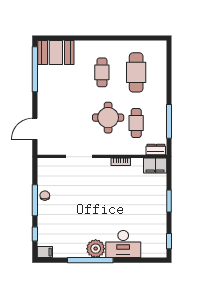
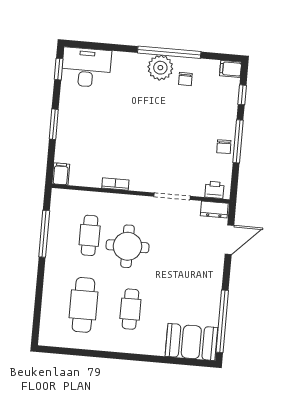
dresser: (156, 150) -> (214, 210), moved
printer: (49, 164) -> (214, 190), added
filing cabinet: (155, 166) -> (61, 174), width x0.50
chair: (77, 242) -> (185, 79), added
desk: (123, 244) -> (86, 67), moved

